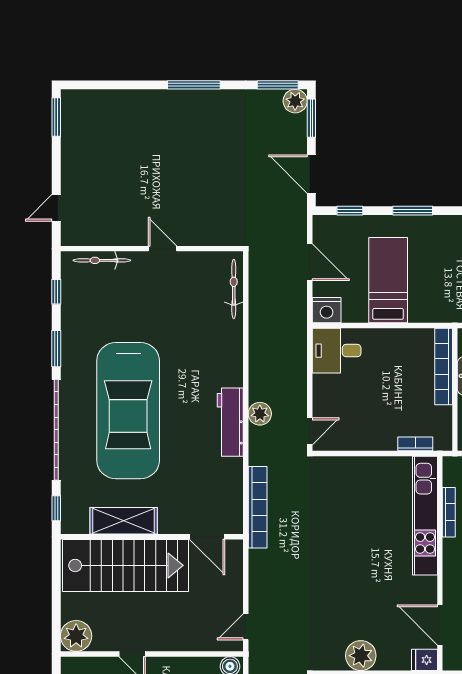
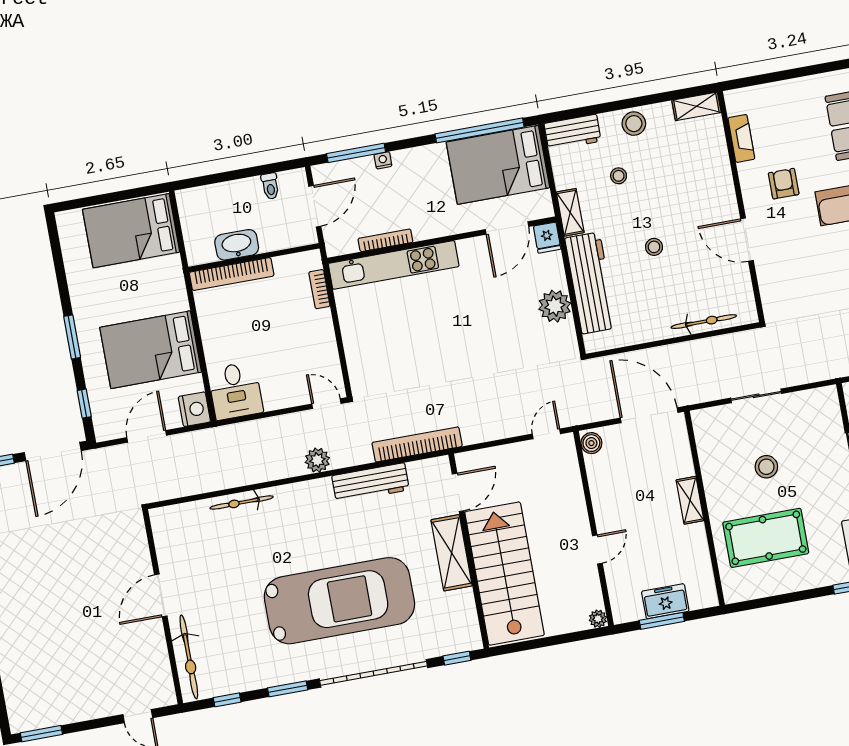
door: (311, 174) -> (53, 452), width x1.36
door: (162, 249) -> (161, 595), width x1.38
bicycle: (102, 260) -> (189, 657), width x1.37, depth x1.40
bed: (388, 280) -> (151, 350), width x1.50
bicycle: (234, 289) -> (242, 503), moved
workbench: (230, 422) -> (370, 483), moved
shelving: (124, 521) -> (452, 553), moved
door: (246, 627) -> (546, 434), swing flipped
plant: (76, 636) -> (598, 619), width x0.53, depth x0.53

